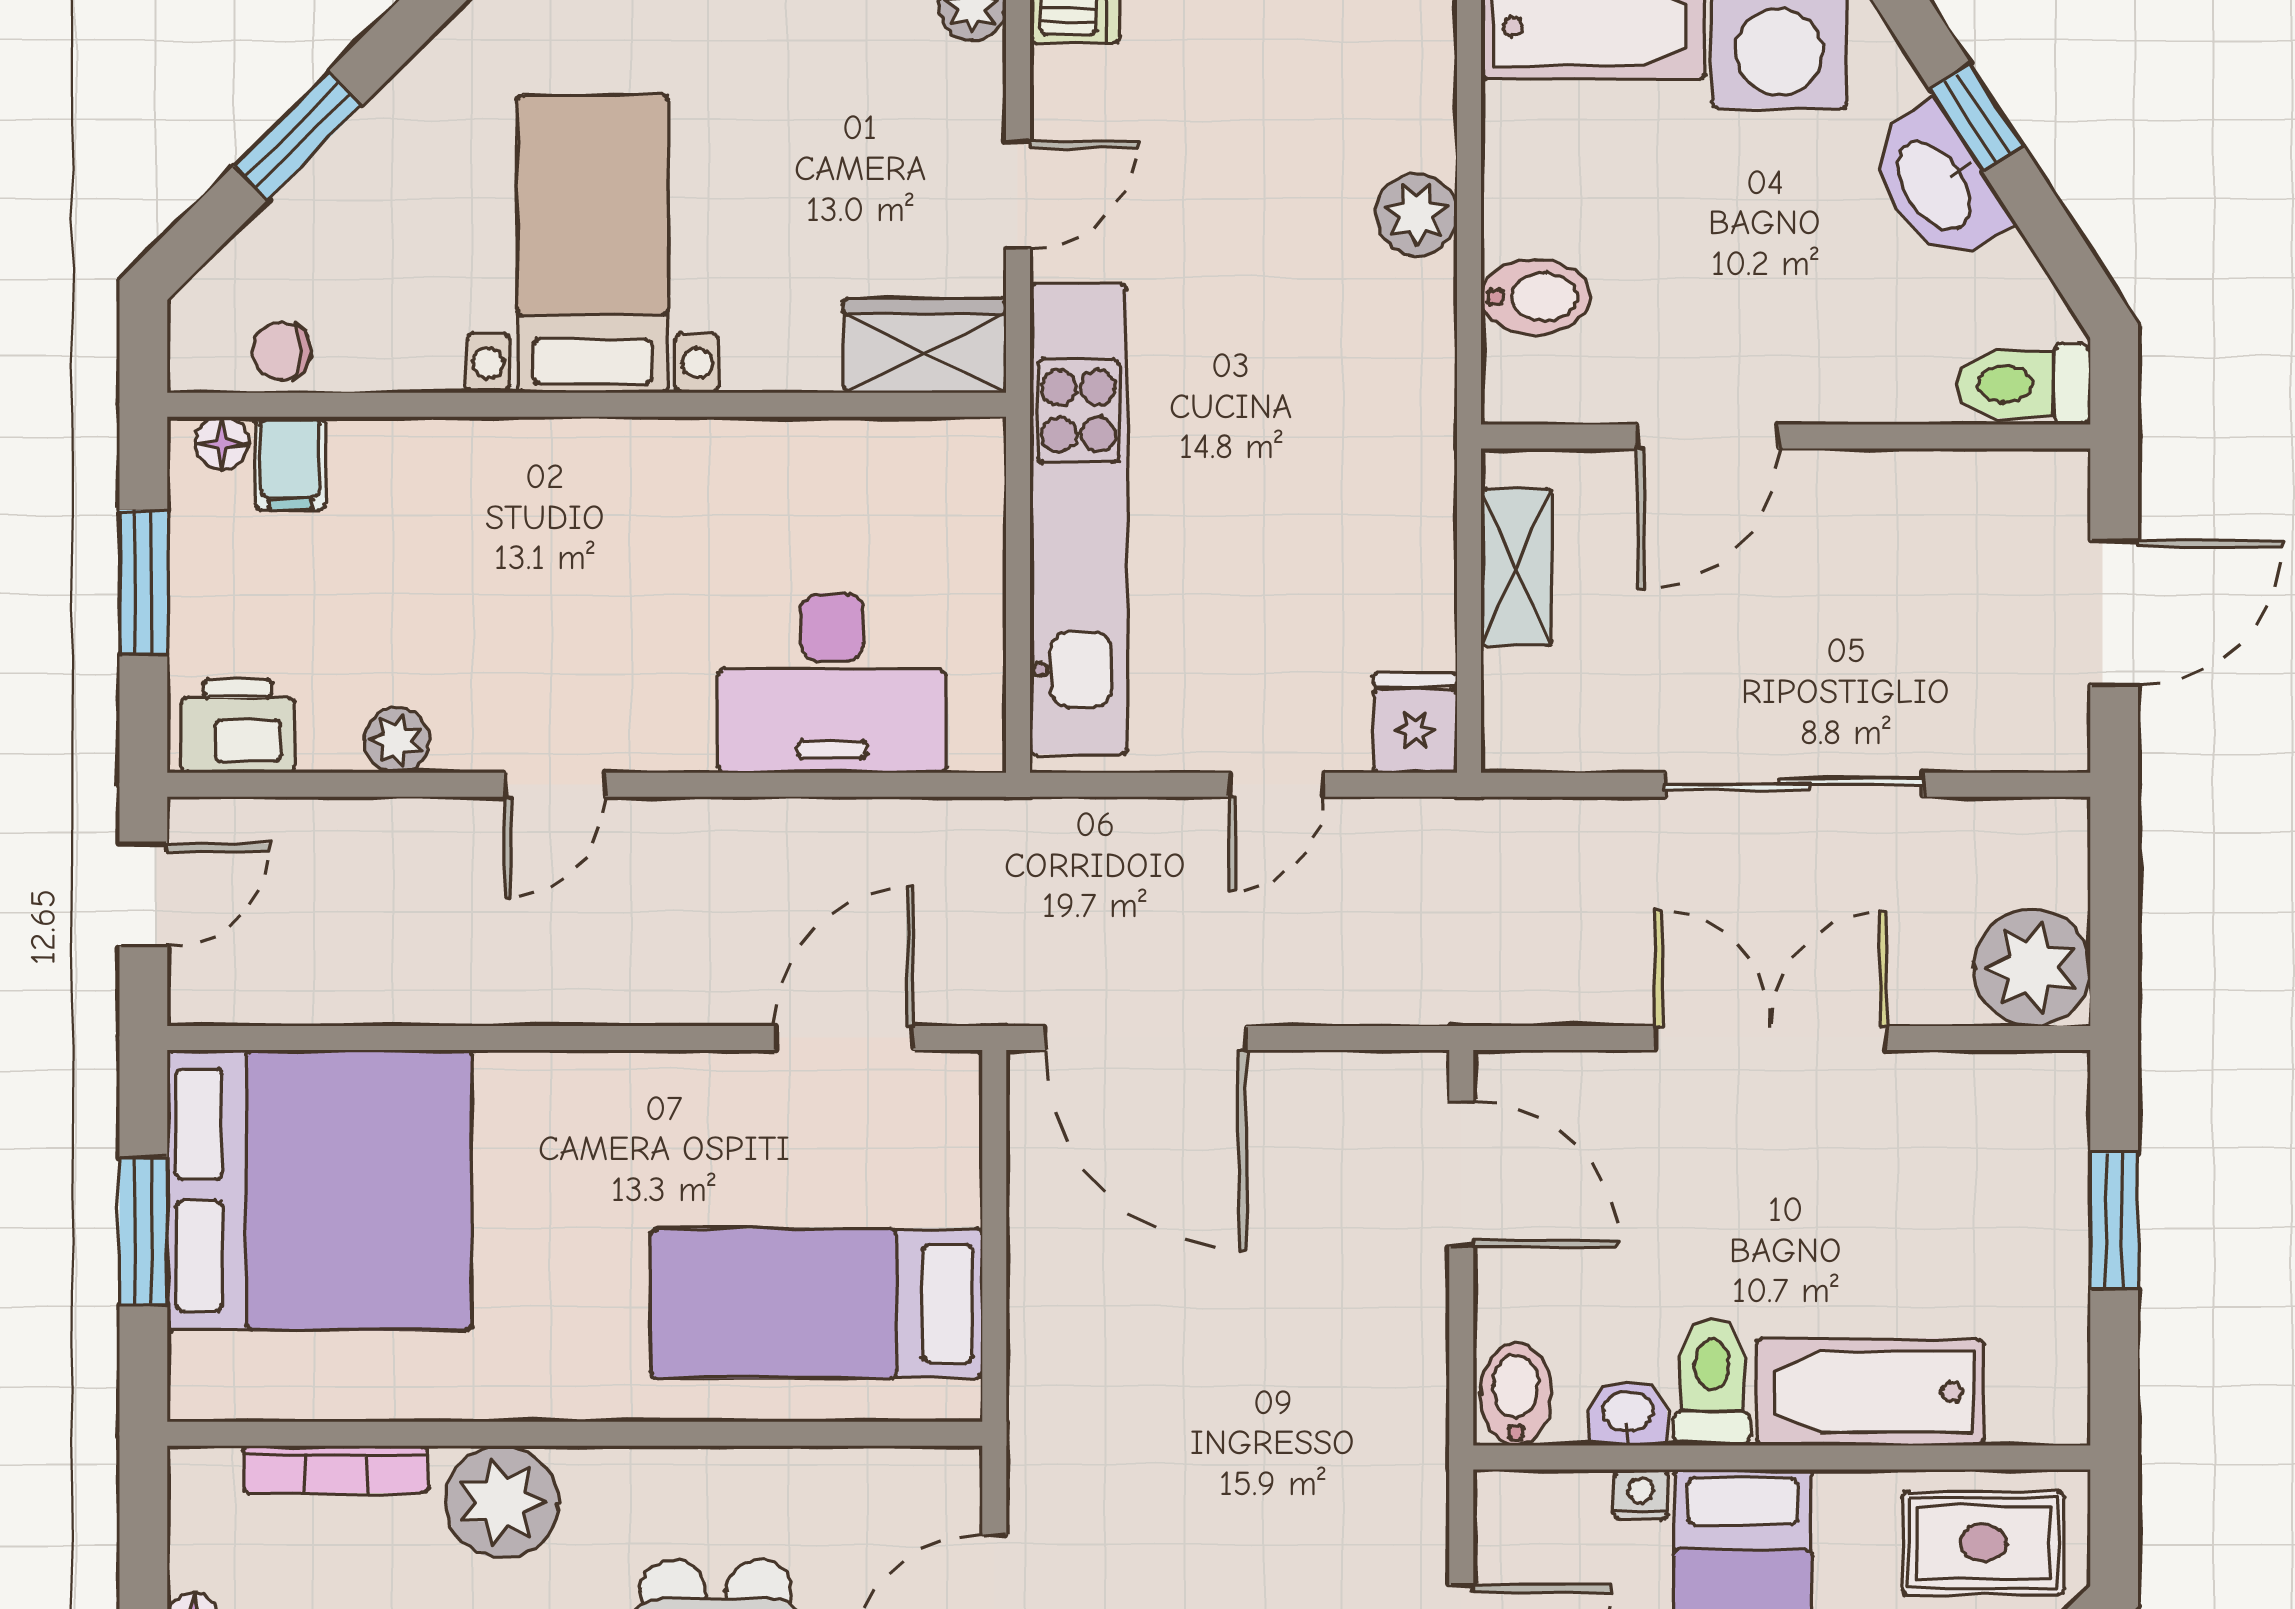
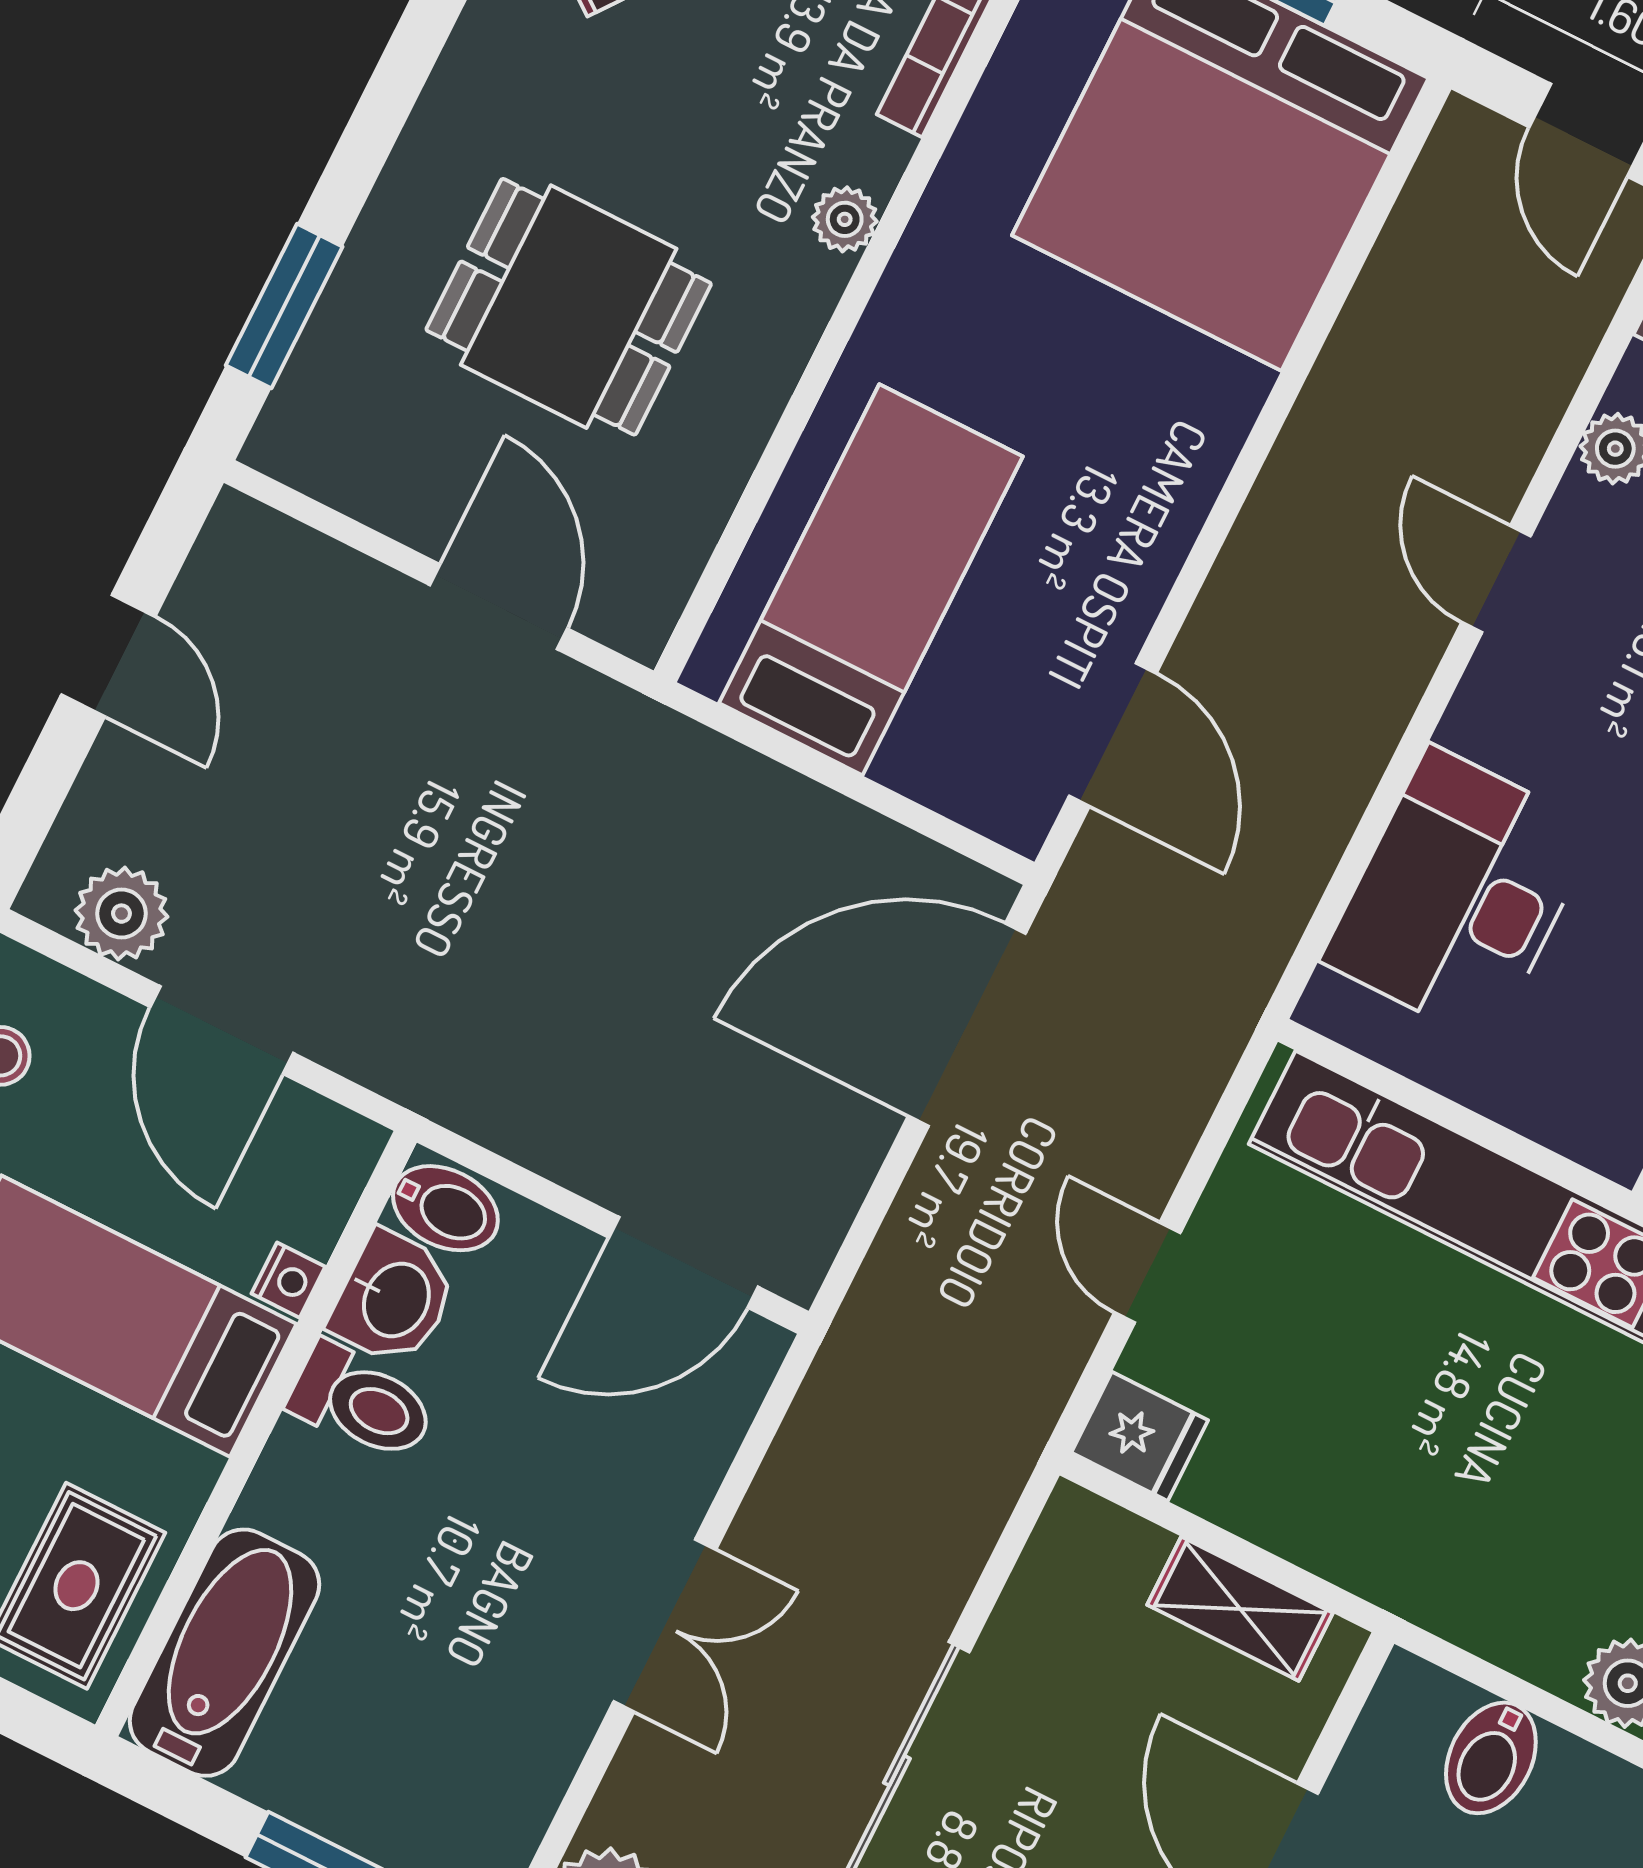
double door: (1770, 1038) -> (665, 1625), width x0.73
bathtub: (1870, 1392) -> (225, 1653), moved
washbasin: (1627, 1414) -> (394, 1299), width x1.38, depth x1.45
plant: (502, 1502) -> (845, 219), width x0.53, depth x0.53

